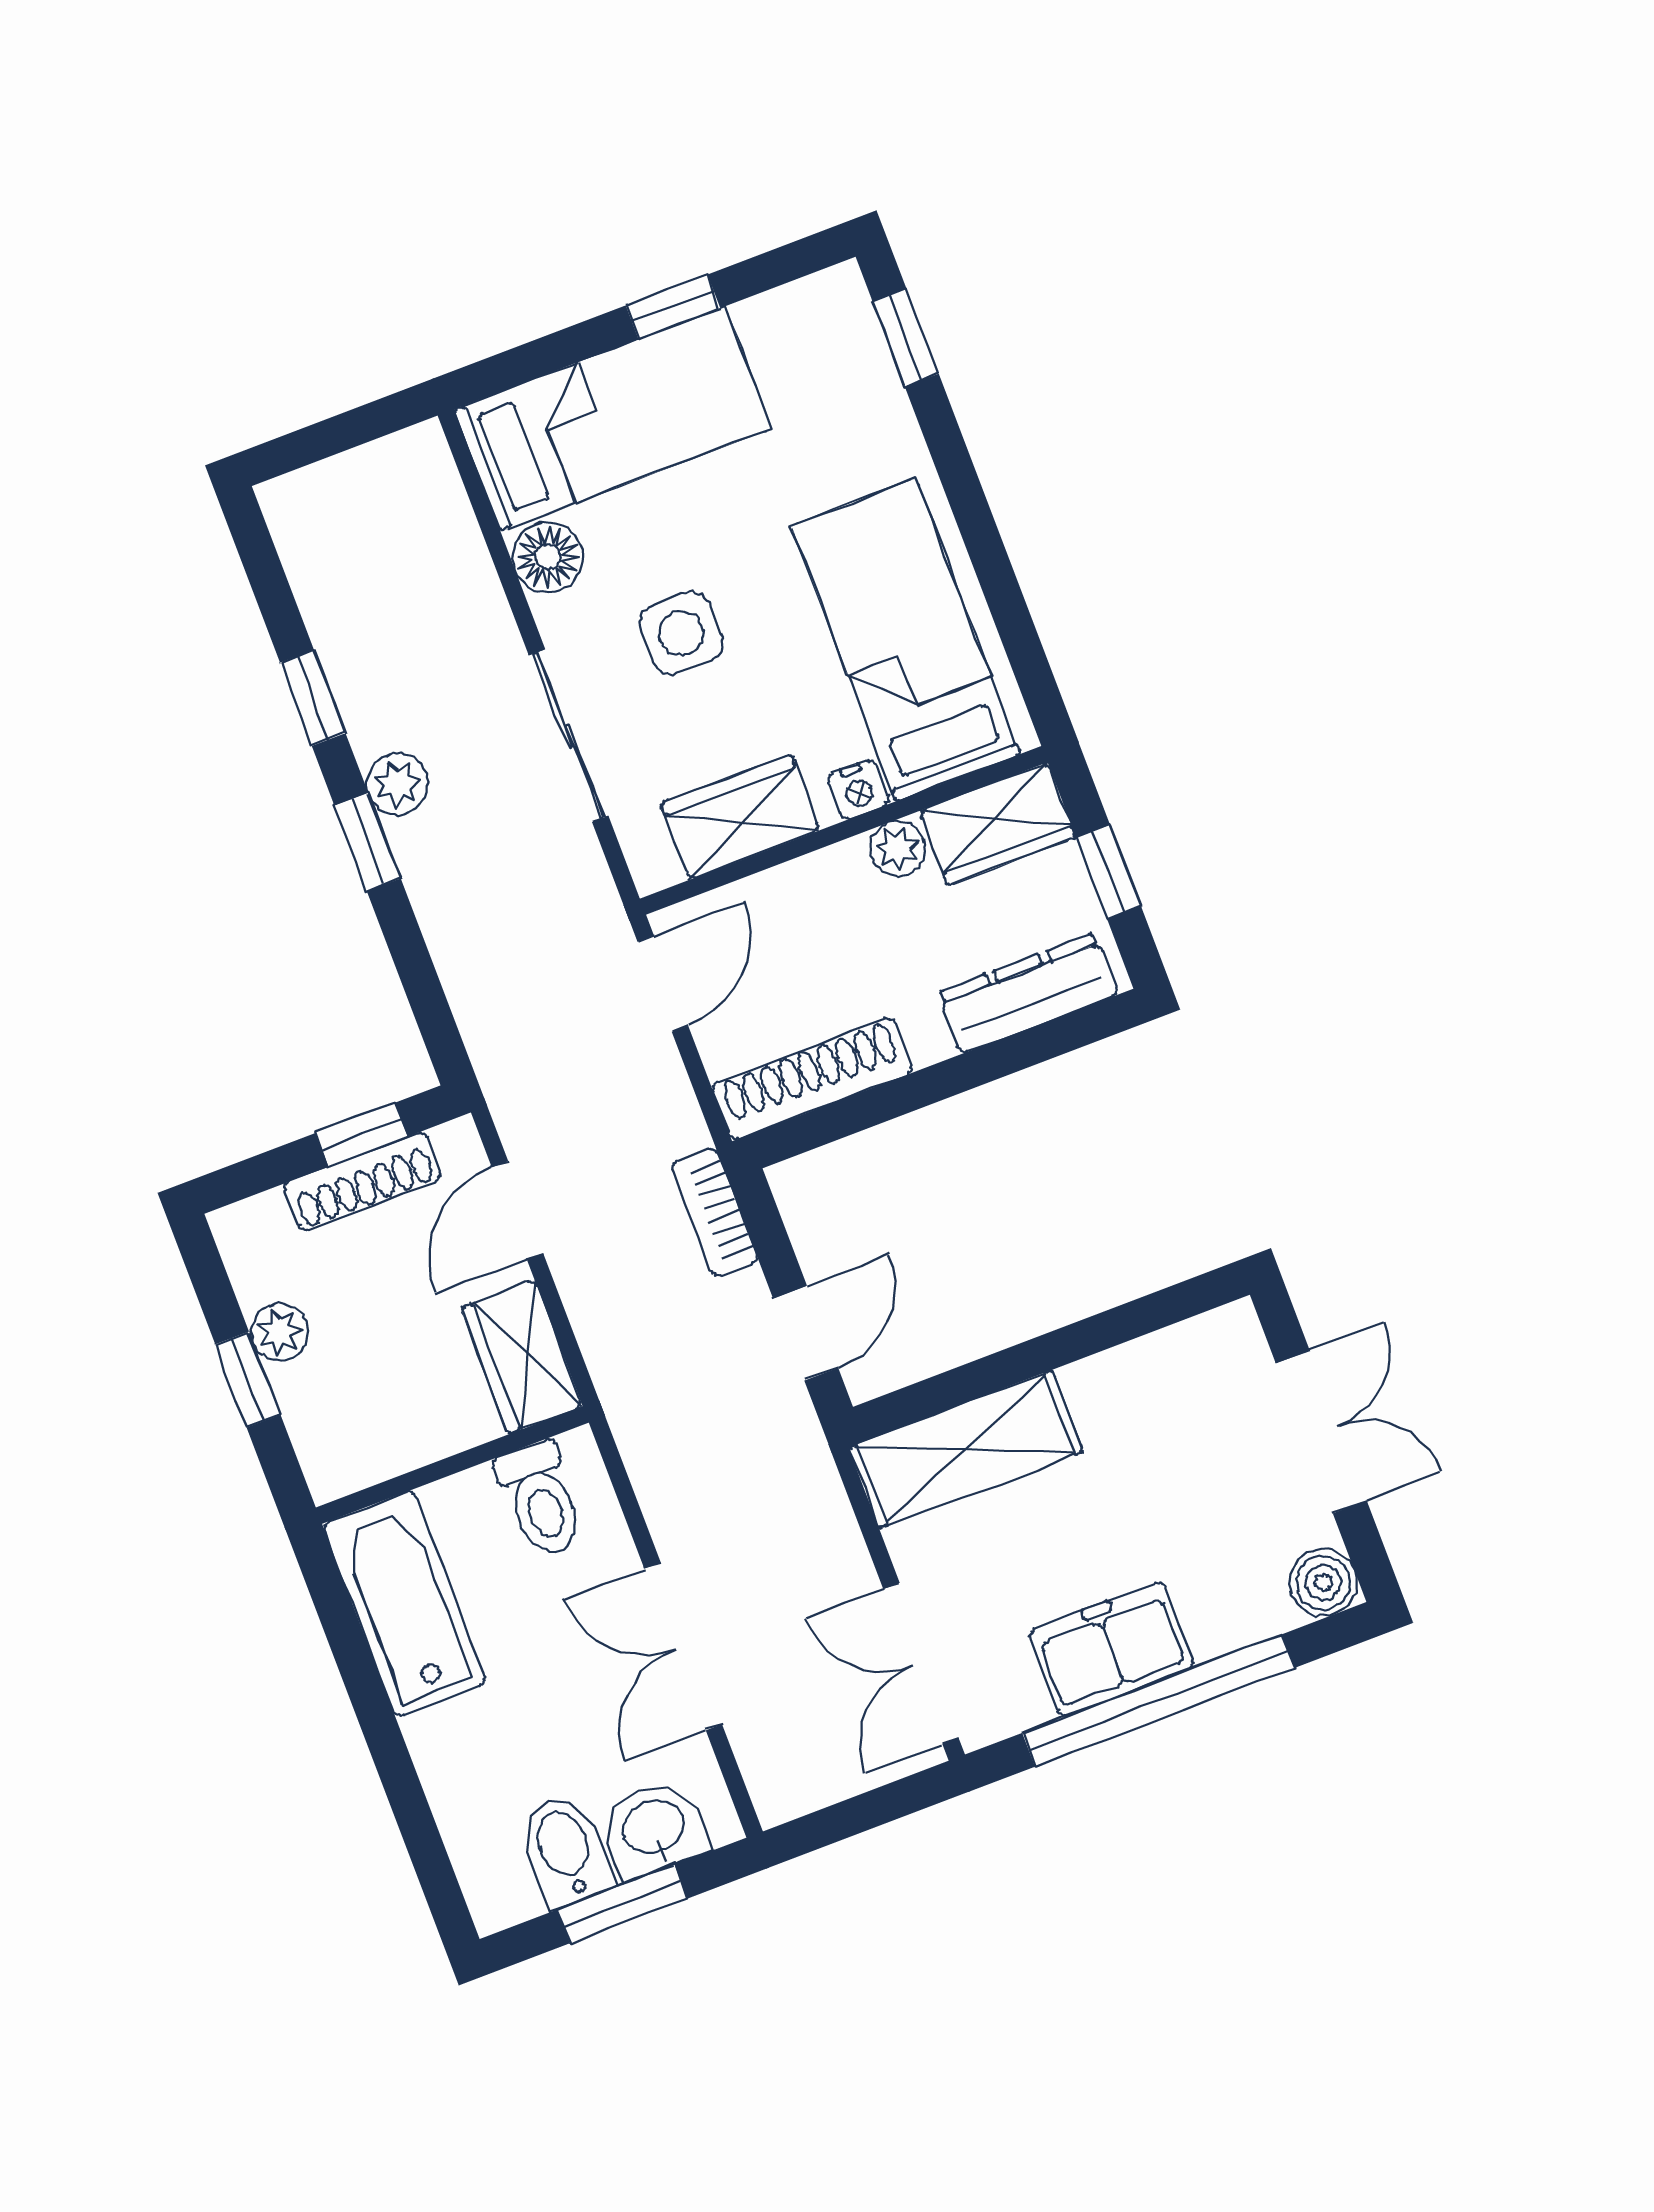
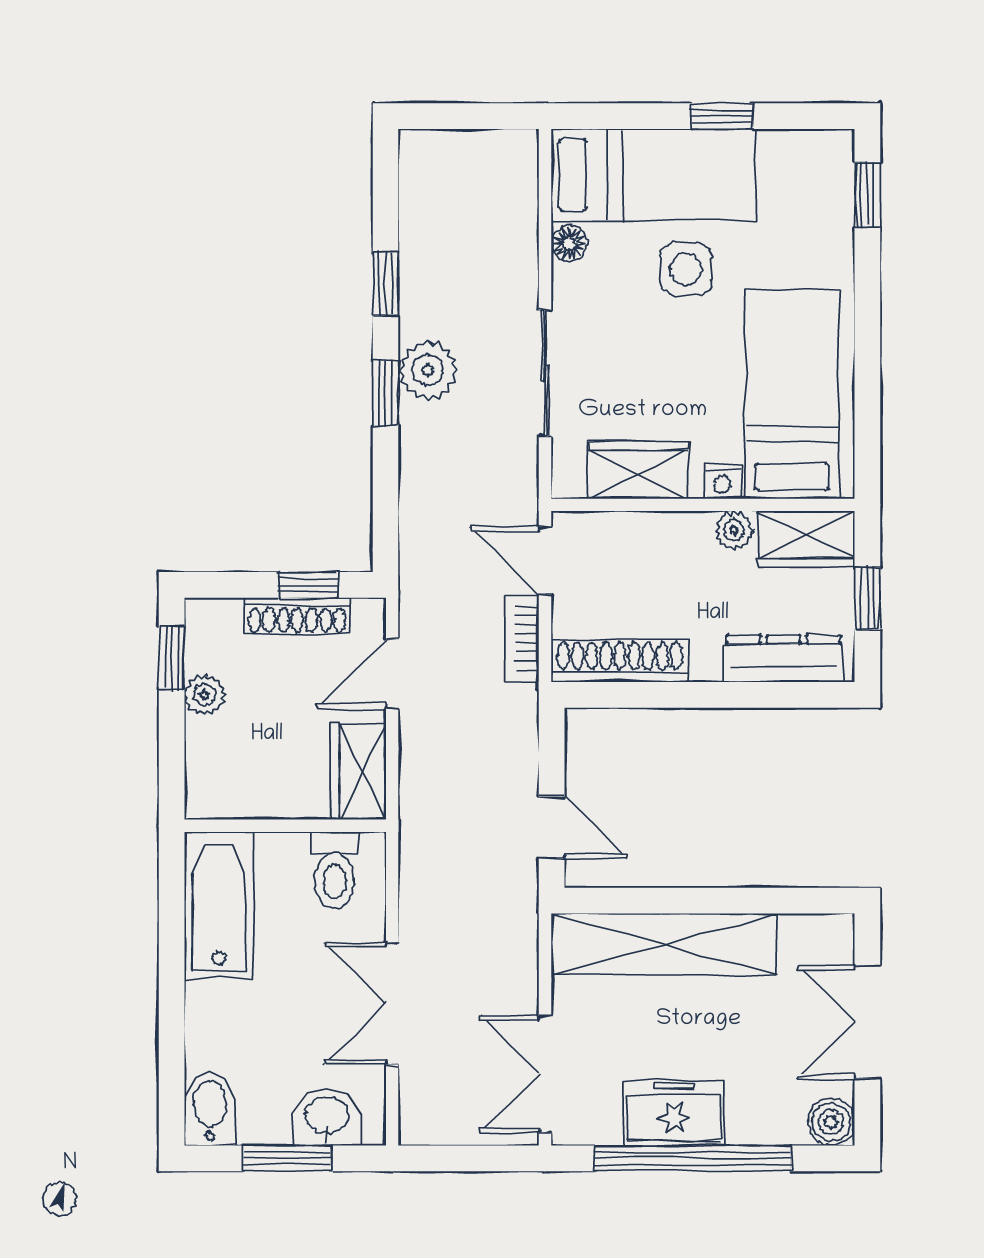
floor lamp: (548, 557) -> (569, 243), width x0.73, depth x0.73
side table: (681, 633) -> (686, 269), moved
plant: (398, 784) -> (428, 370), width x1.38, depth x1.38
door: (663, 984) -> (545, 561), swing flipped
bookcase: (714, 1212) -> (522, 638), moved
door: (806, 1333) -> (552, 827), hinge flipped
window: (248, 1379) -> (172, 658), moved
double door: (1321, 1432) -> (867, 1022), swing flipped
shelving: (966, 1449) -> (664, 944), width x1.47
bidet: (566, 1851) -> (210, 1109), moved

